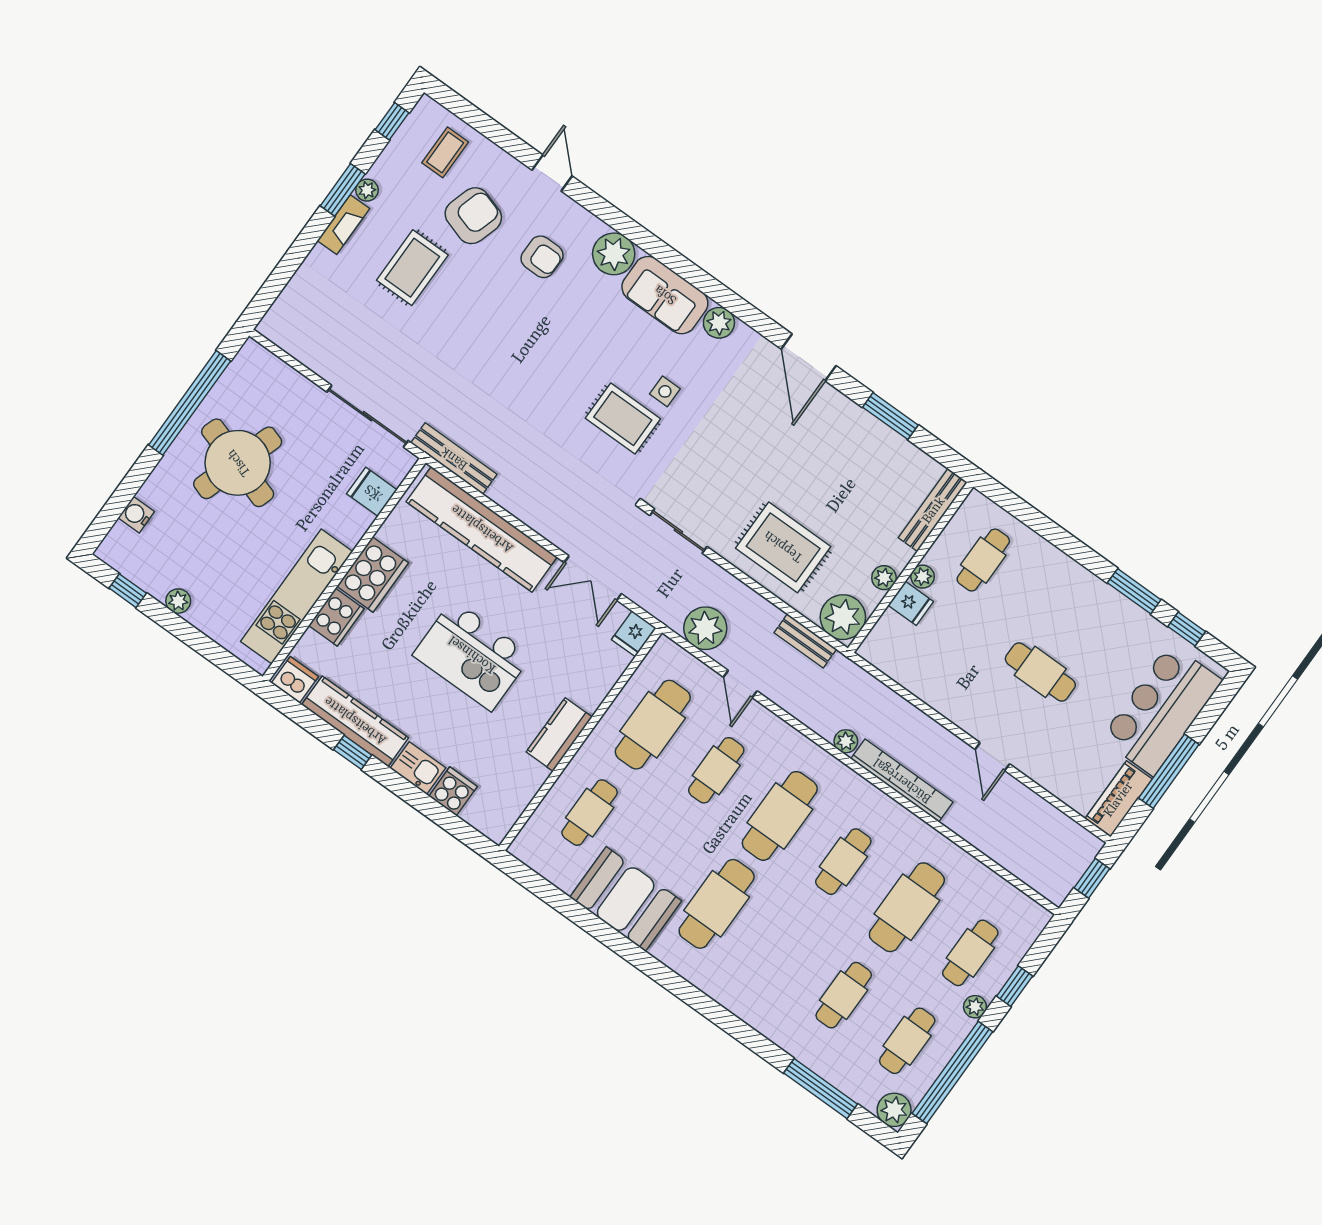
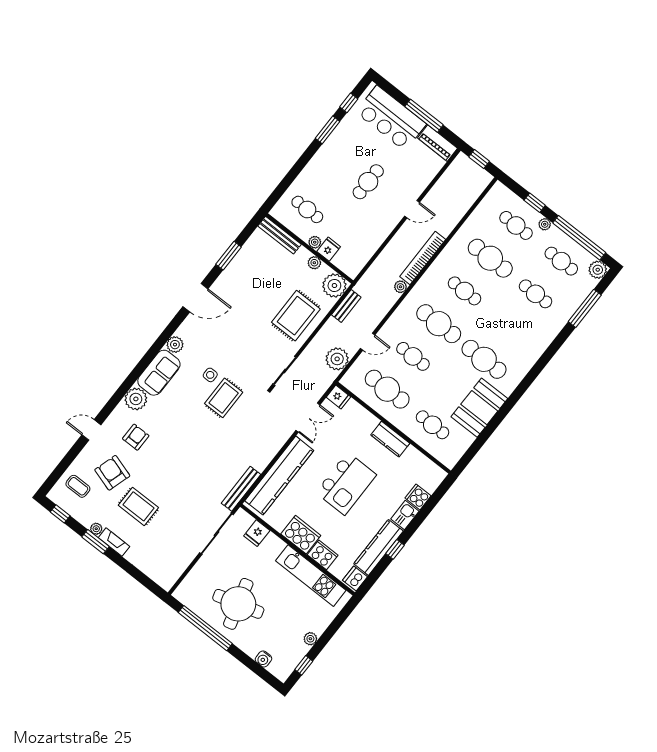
round table: (238, 463) -> (238, 604), turned -34

